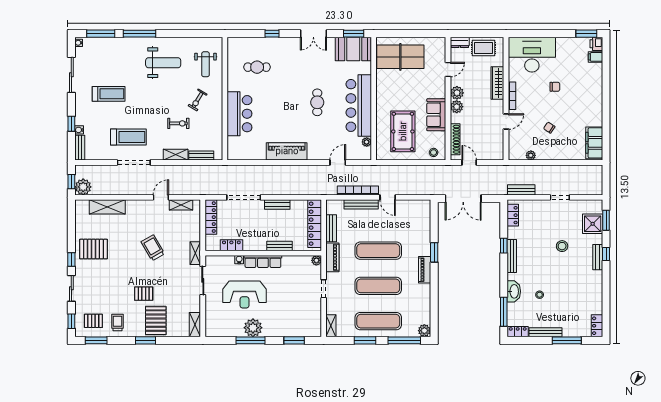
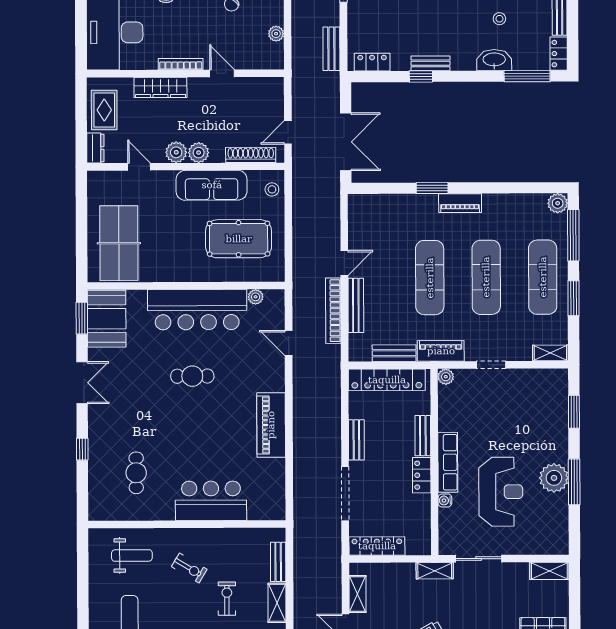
sofa: (436, 115) -> (212, 185), width x1.36
locker: (231, 245) -> (422, 475), moved
bench: (512, 256) -> (430, 63), width x0.73

